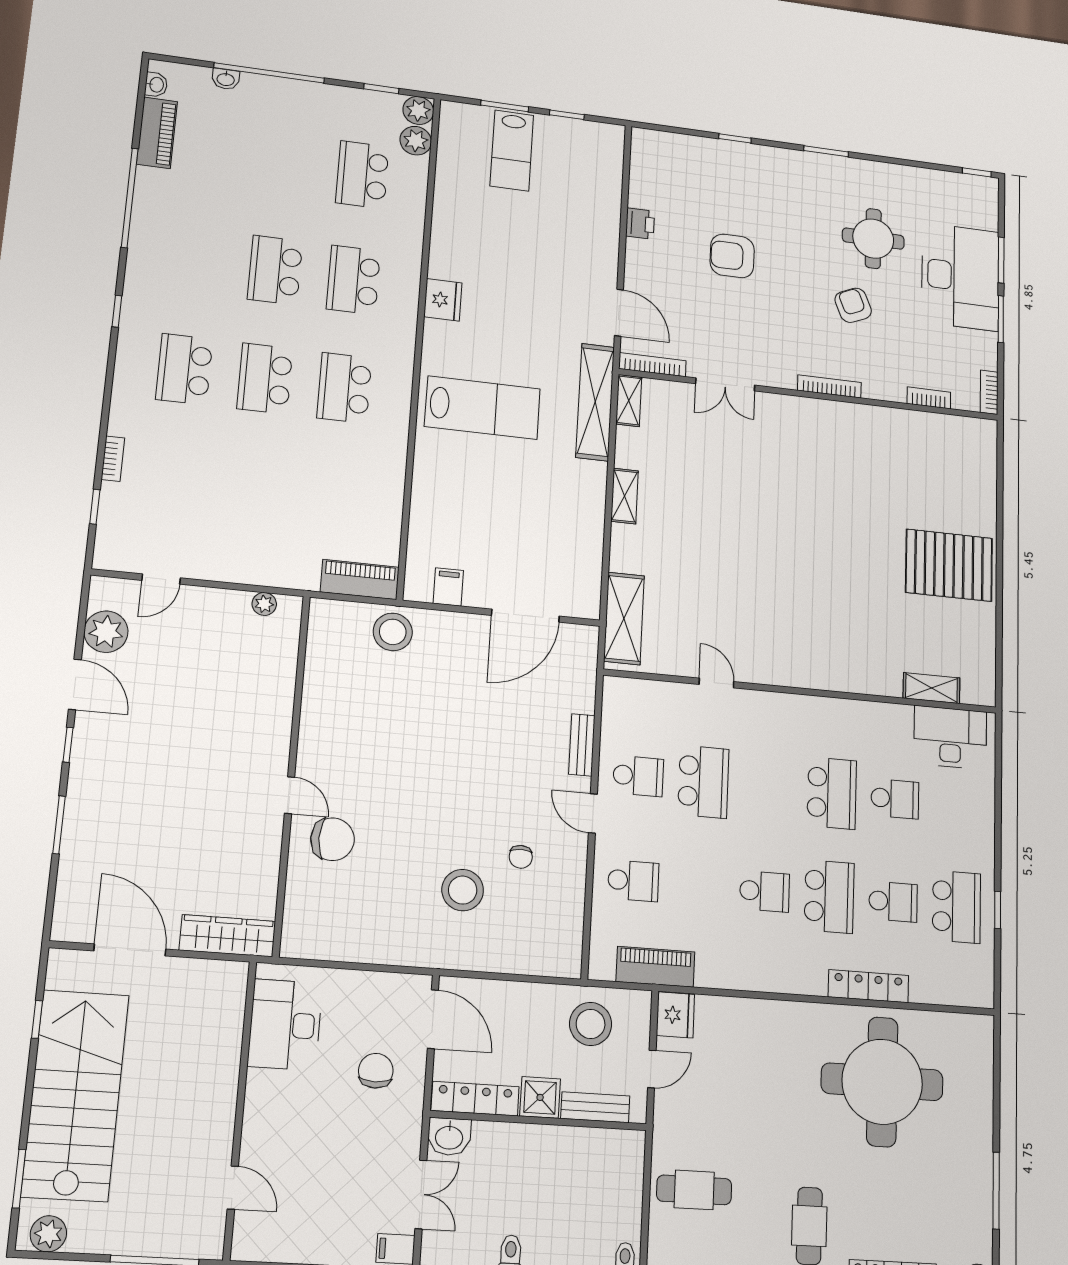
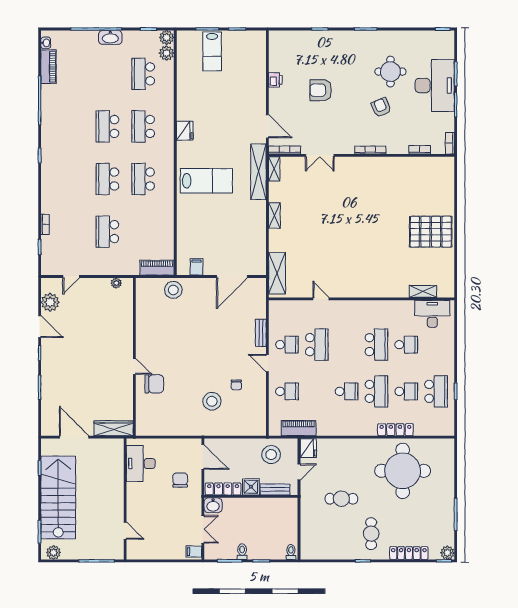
washbasin: (226, 79) -> (110, 37), moved, width x1.91, depth x1.45
school desk: (184, 369) -> (107, 232), moved
cafe table: (694, 1190) -> (341, 499), moved

